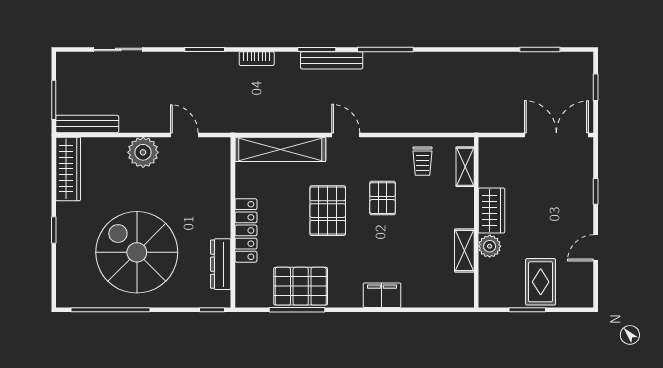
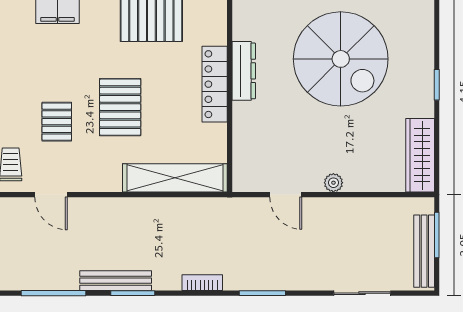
bench: (87, 124) -> (424, 251), moved, turned 90
door: (346, 135) -> (51, 195), moved
plant: (143, 152) -> (333, 183), width x0.53, depth x0.53
dresser: (221, 264) -> (244, 71), moved

